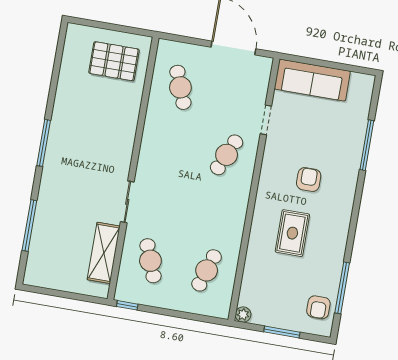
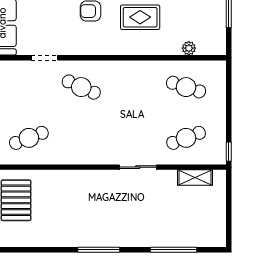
shelving: (104, 253) -> (195, 178), width x0.67, depth x0.75
plant: (243, 315) -> (189, 48), moved

